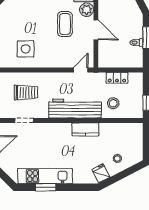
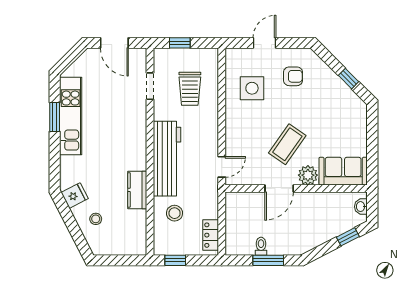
armchair: (17, 20) -> (293, 76), added
coffee table: (65, 24) -> (287, 144), turned -55
door: (81, 70) -> (222, 167), hinge flipped
locker: (117, 78) -> (211, 235), moved
kitchen counter: (85, 129) -> (137, 190), moved

